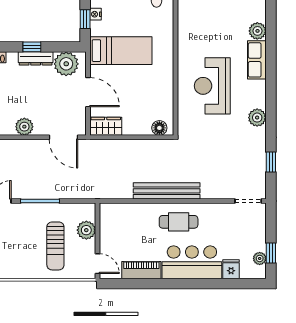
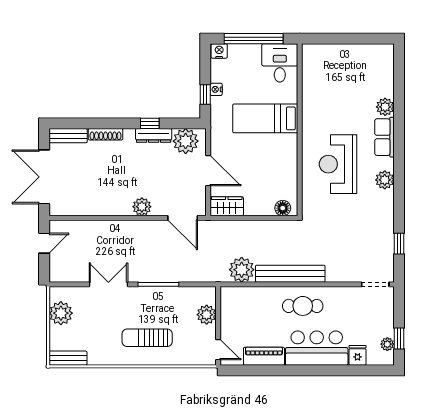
bed: (121, 51) -> (265, 118), moved, turned 180
plant: (257, 118) -> (385, 180), moved
plant: (120, 187) -> (242, 270), added
sun lounger: (55, 246) -> (147, 338), moved, turned 90

